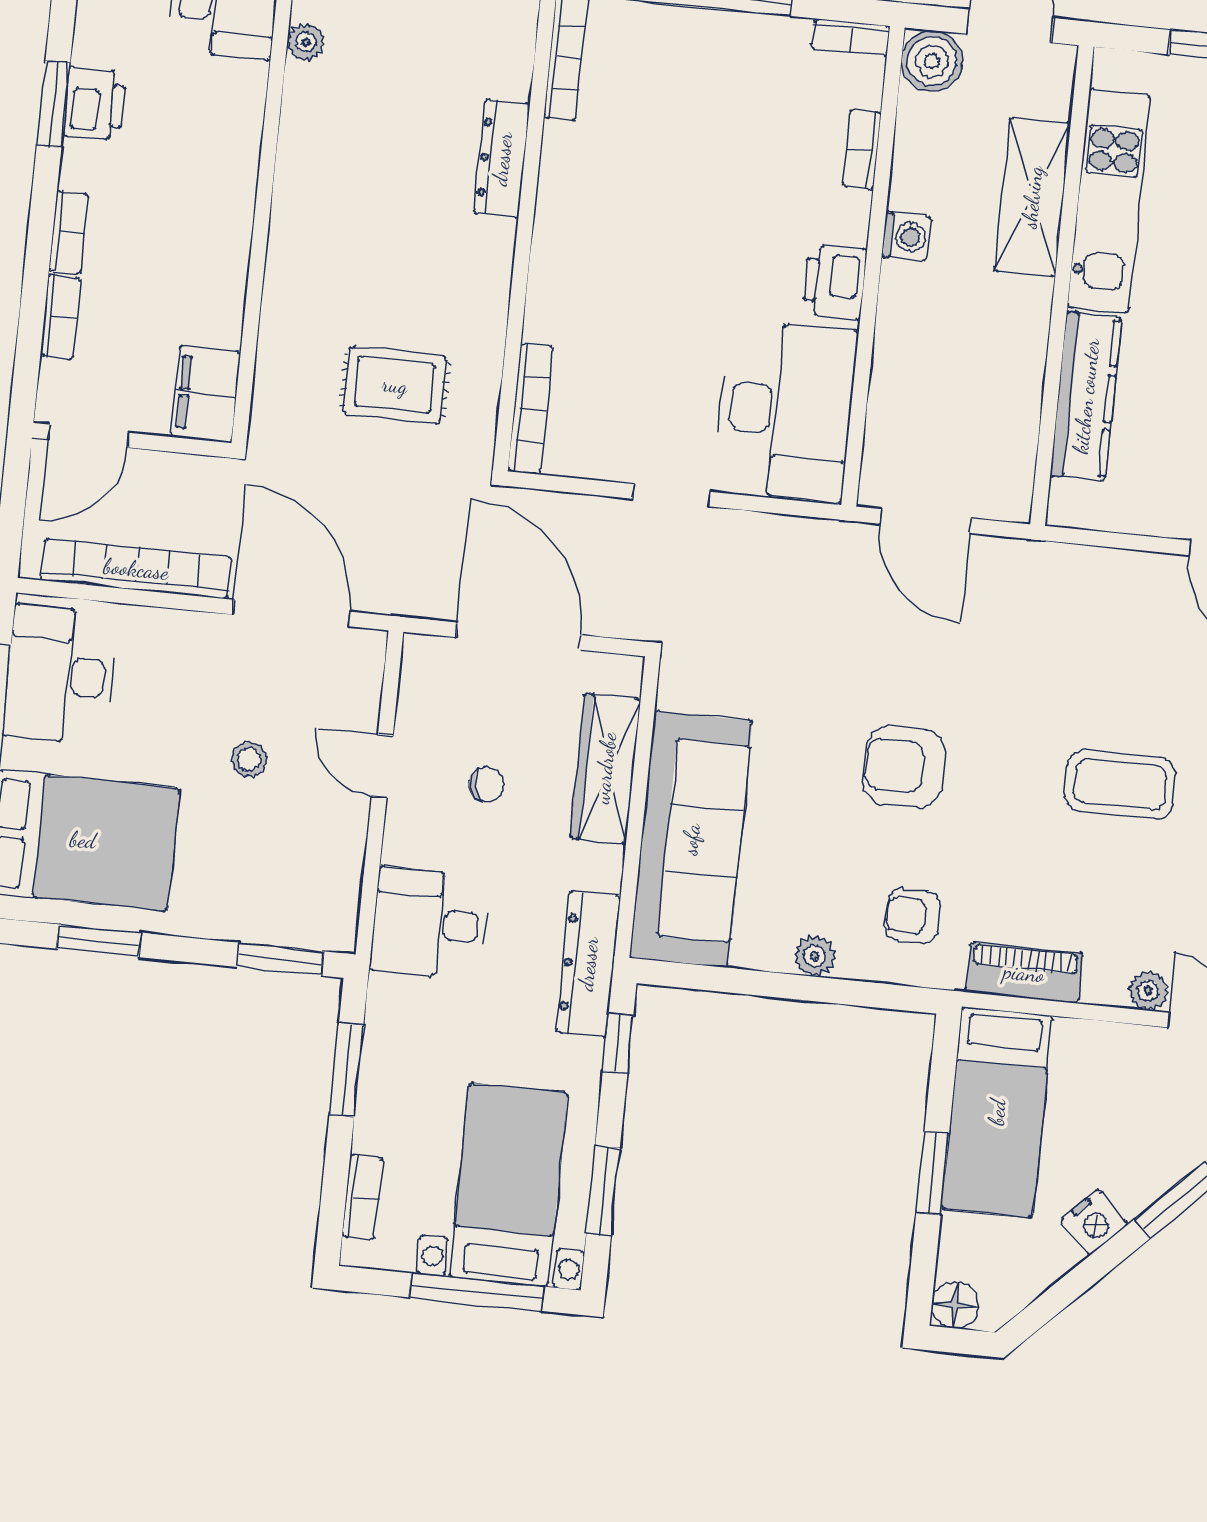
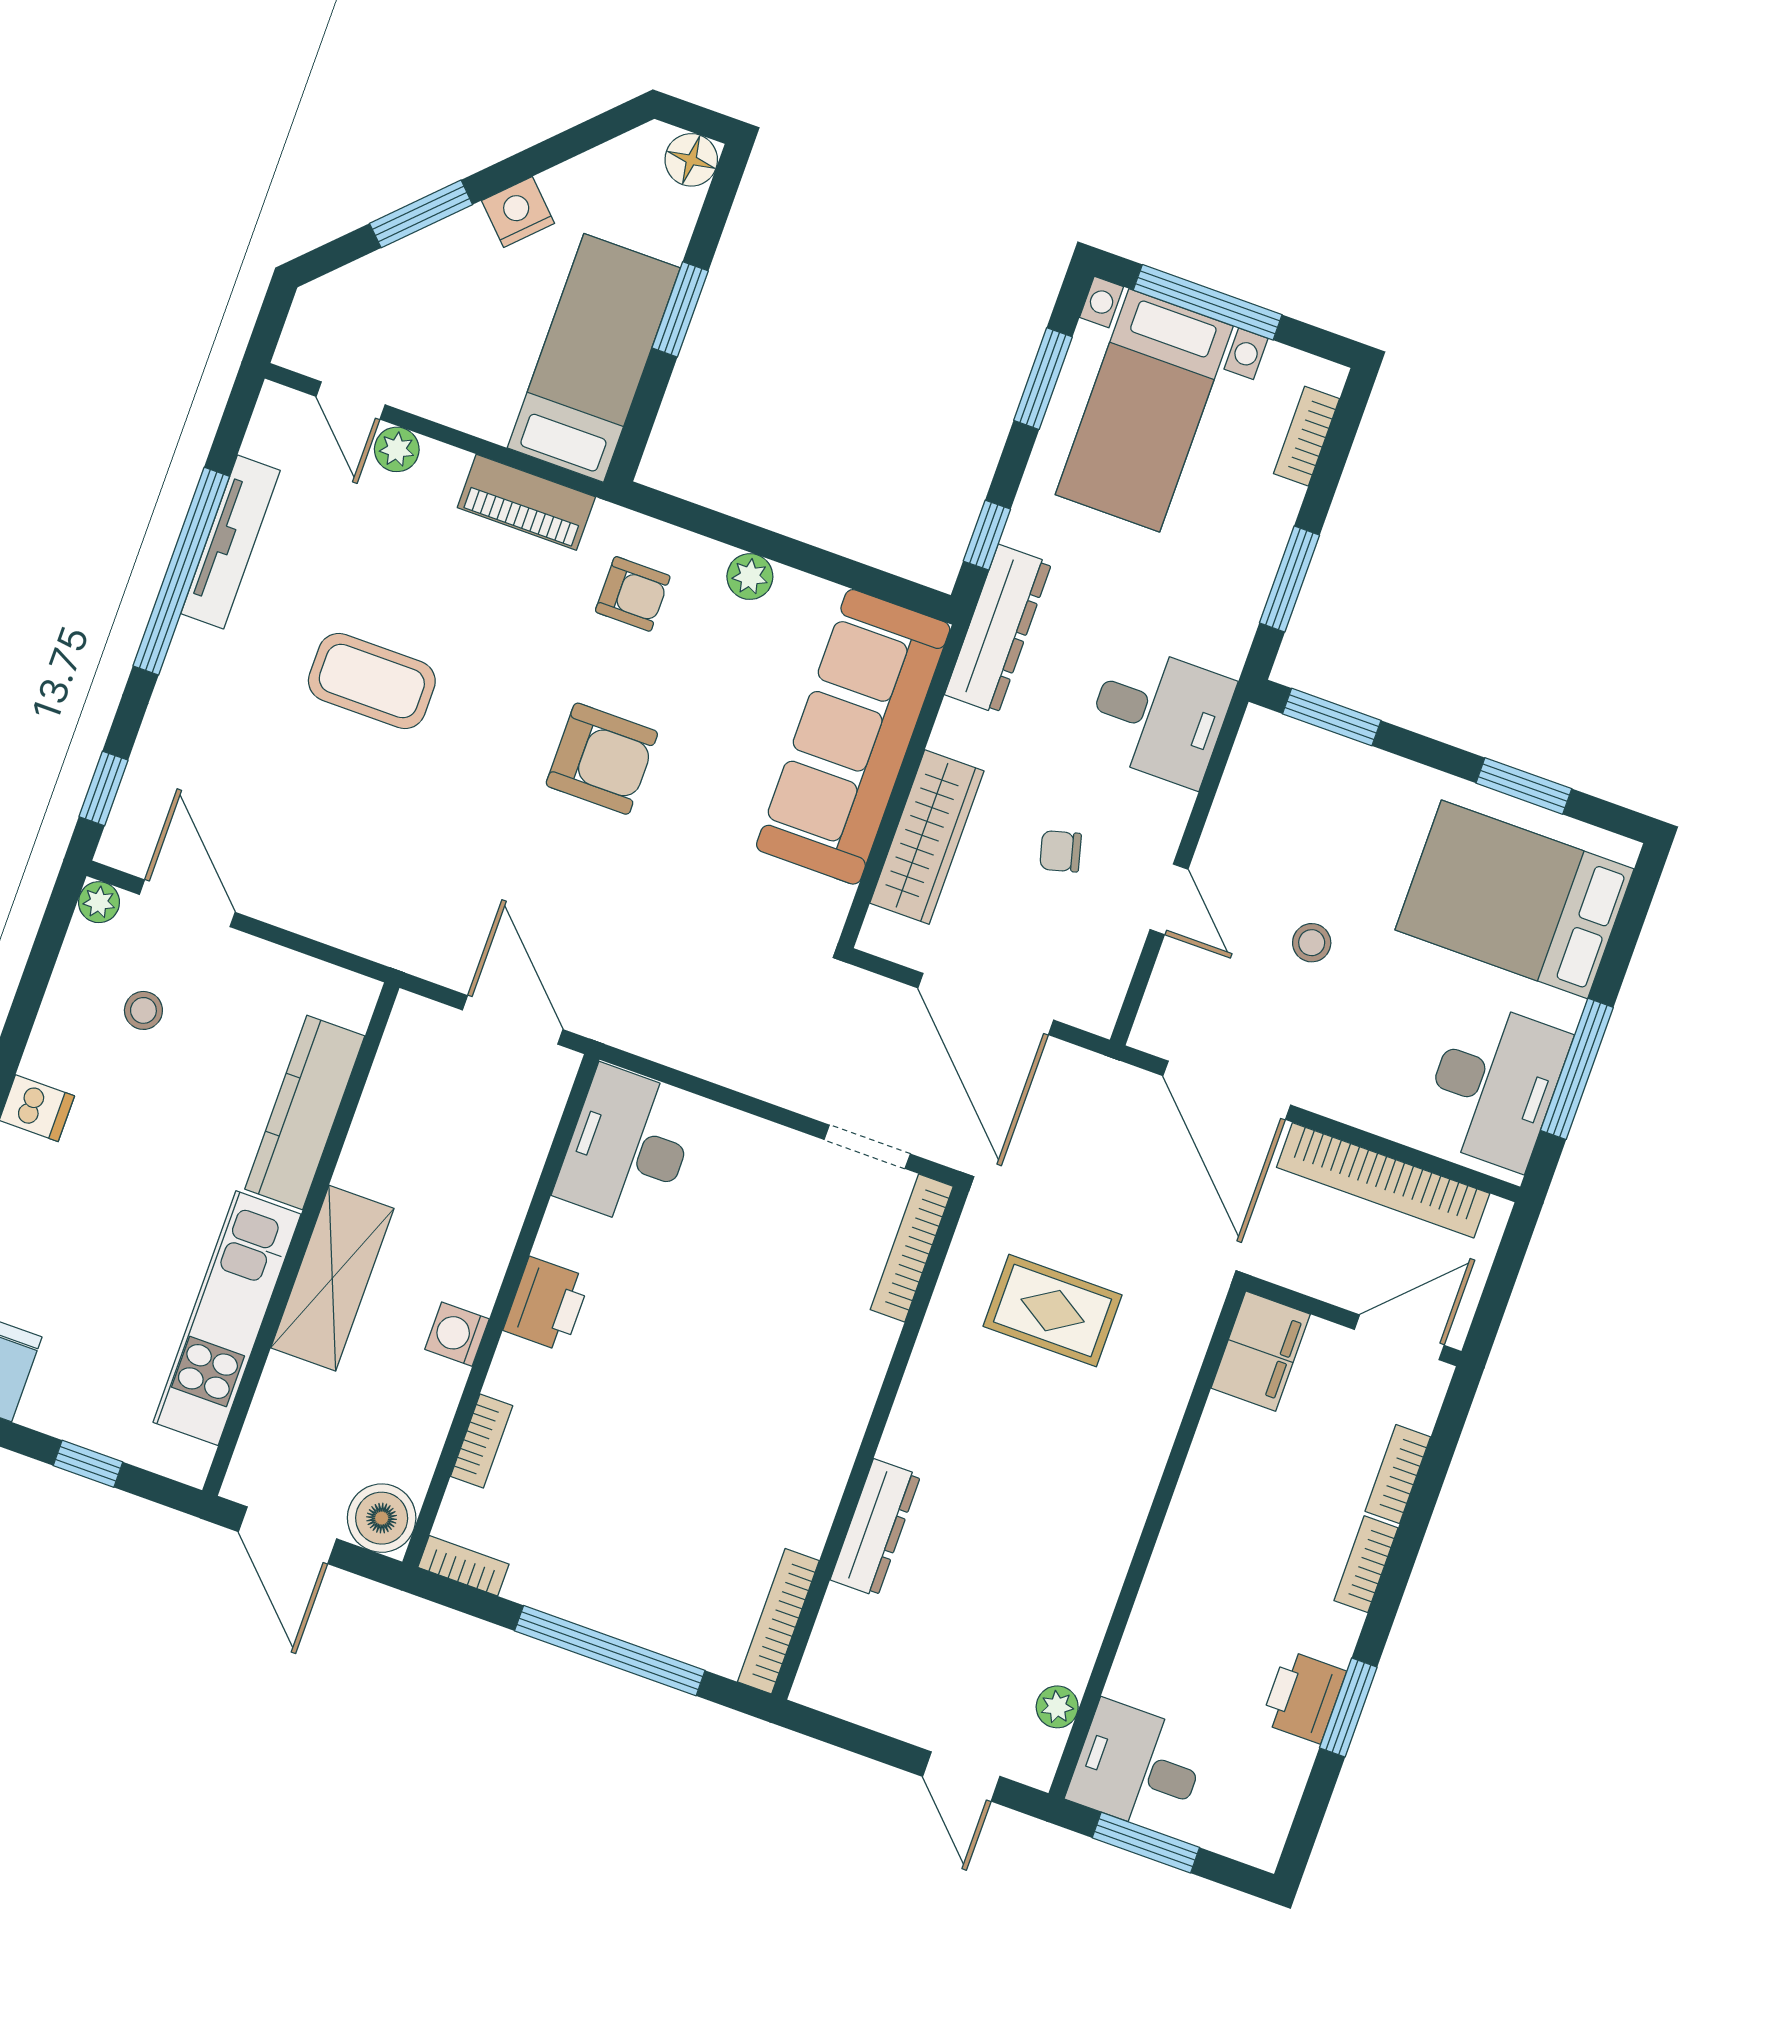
shelving: (1032, 197) -> (332, 1278), moved
desk: (786, 411) -> (628, 1147), width x0.73, depth x0.77
doorway: (671, 495) -> (867, 1147), moved

